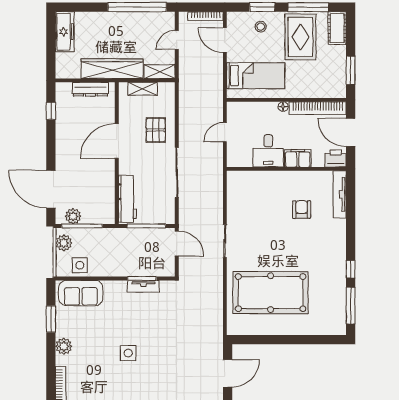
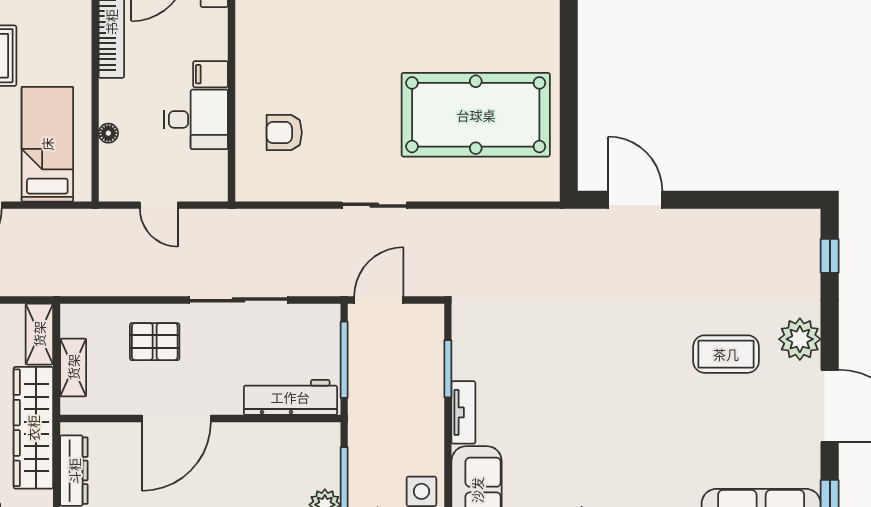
floor lamp: (283, 107) -> (108, 133), moved
door: (117, 141) -> (176, 419), hinge flipped
filing cabinet: (298, 158) -> (210, 74), width x0.50
armchair: (302, 210) -> (284, 133), moved
tv unit: (143, 286) -> (463, 412), moved
pool table: (271, 293) -> (476, 115), turned 90
side table: (128, 353) -> (595, 396), removed

